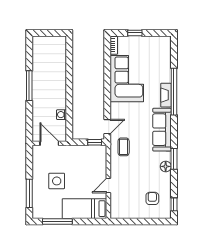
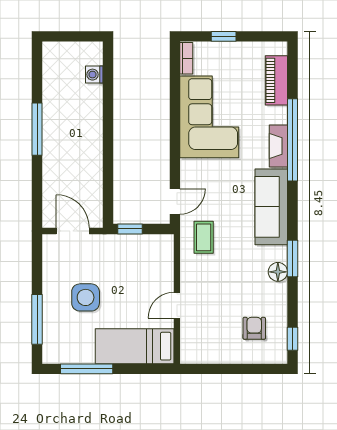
piano: (165, 58) -> (276, 80), added
washing machine: (62, 115) -> (94, 75), moved
window: (95, 142) -> (130, 229), moved

